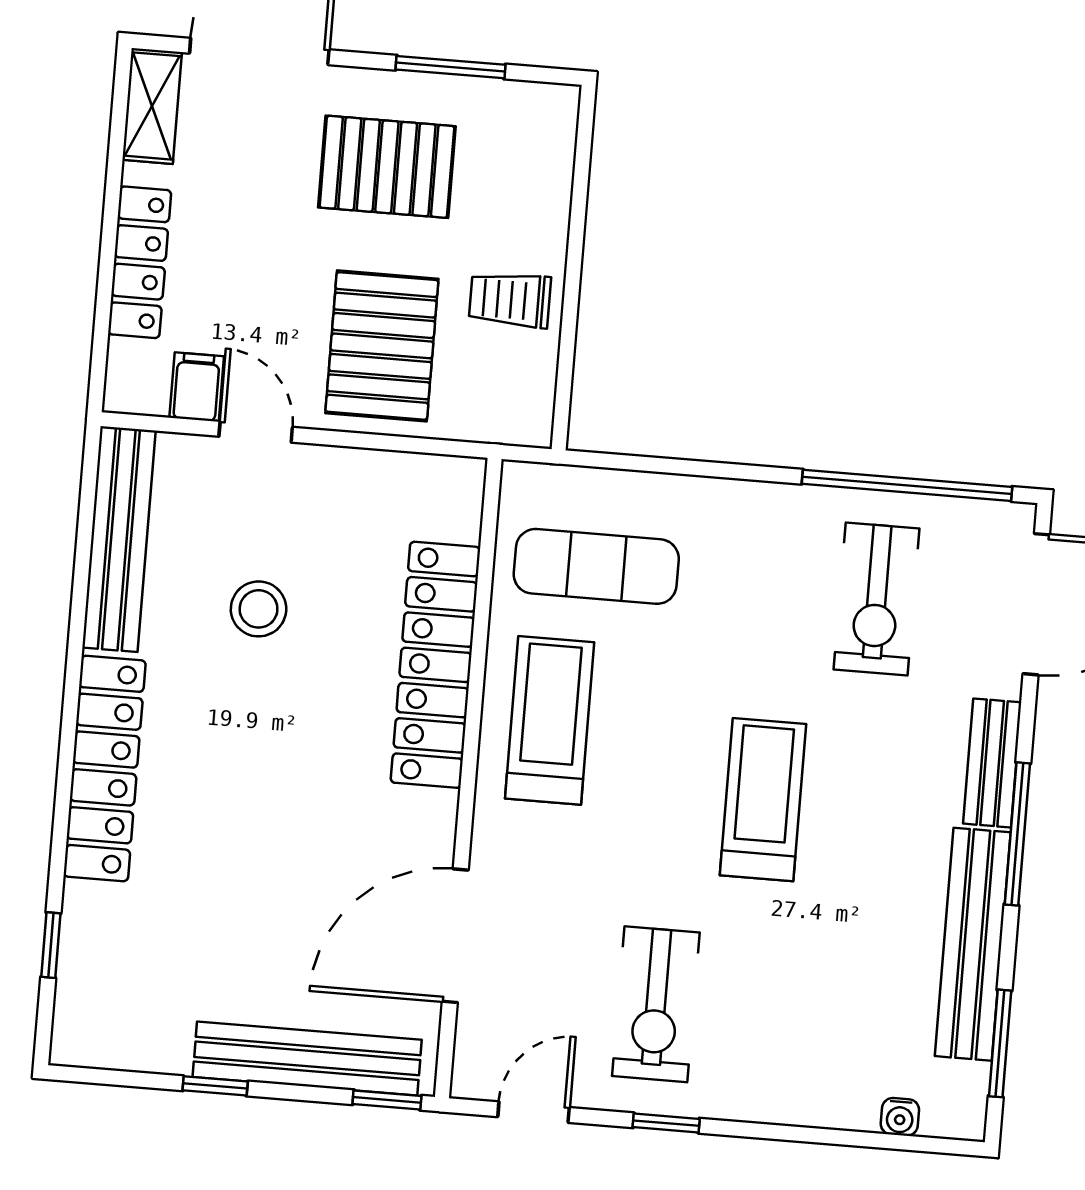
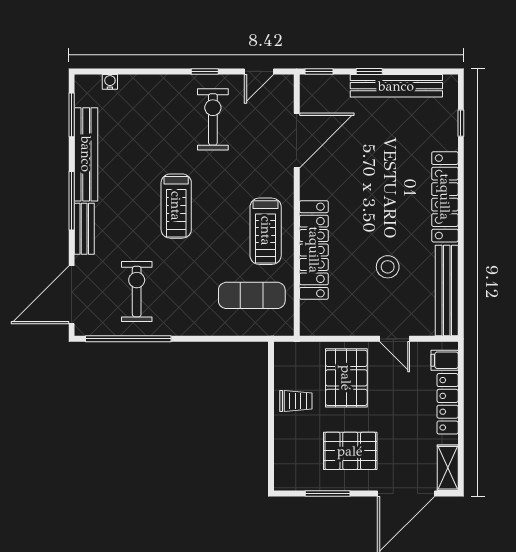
filing cabinet: (197, 387) -> (445, 360), moved, turned 90
bench: (307, 1058) -> (396, 86), moved
window: (215, 1086) -> (369, 71), moved

